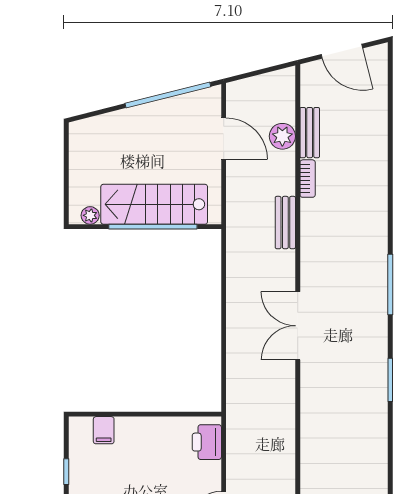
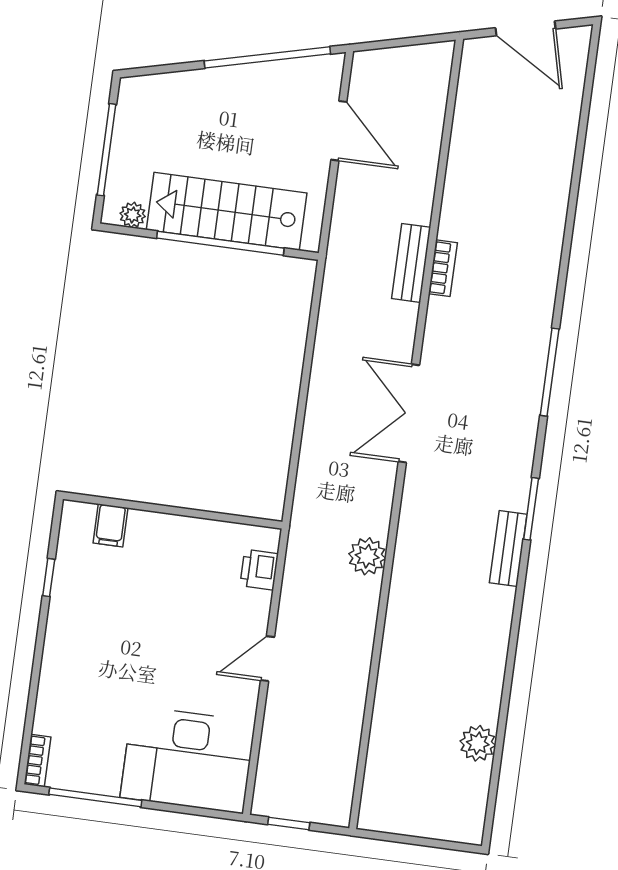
bench: (310, 133) -> (508, 549), moved
plant: (282, 136) -> (367, 556), moved
window: (66, 173) -> (107, 150), added
bookcase: (308, 179) -> (443, 268), moved
printer: (207, 442) -> (259, 570), width x0.73, depth x0.81

